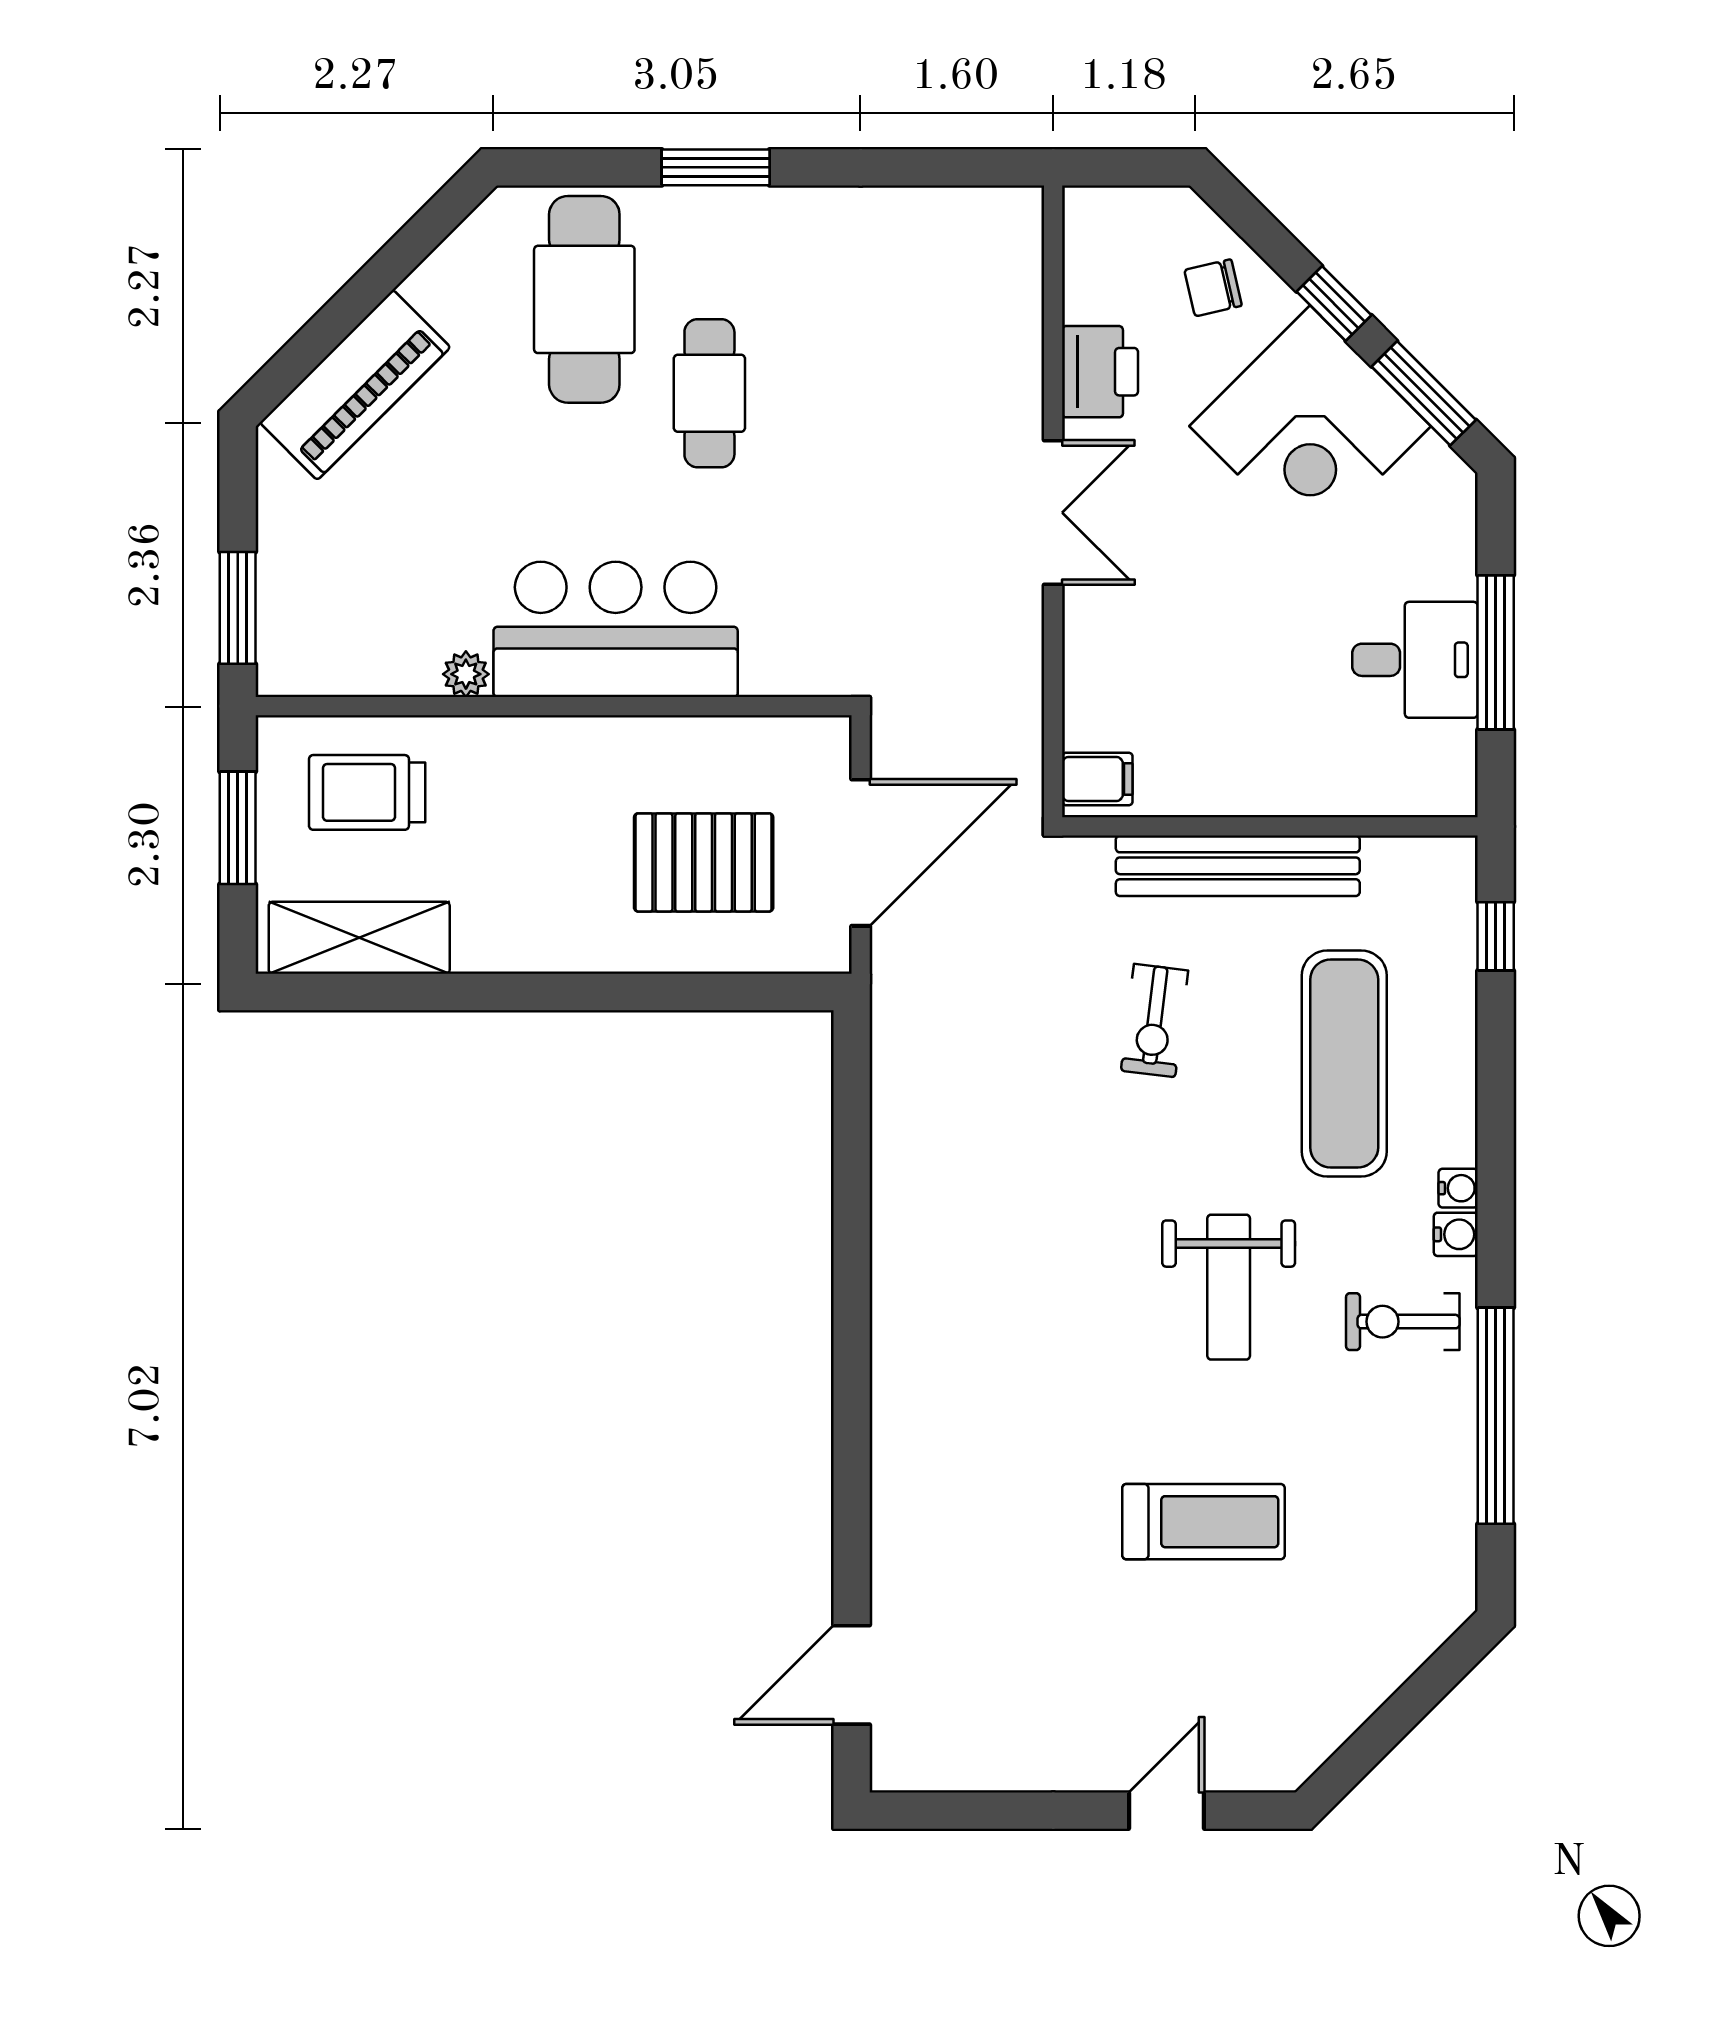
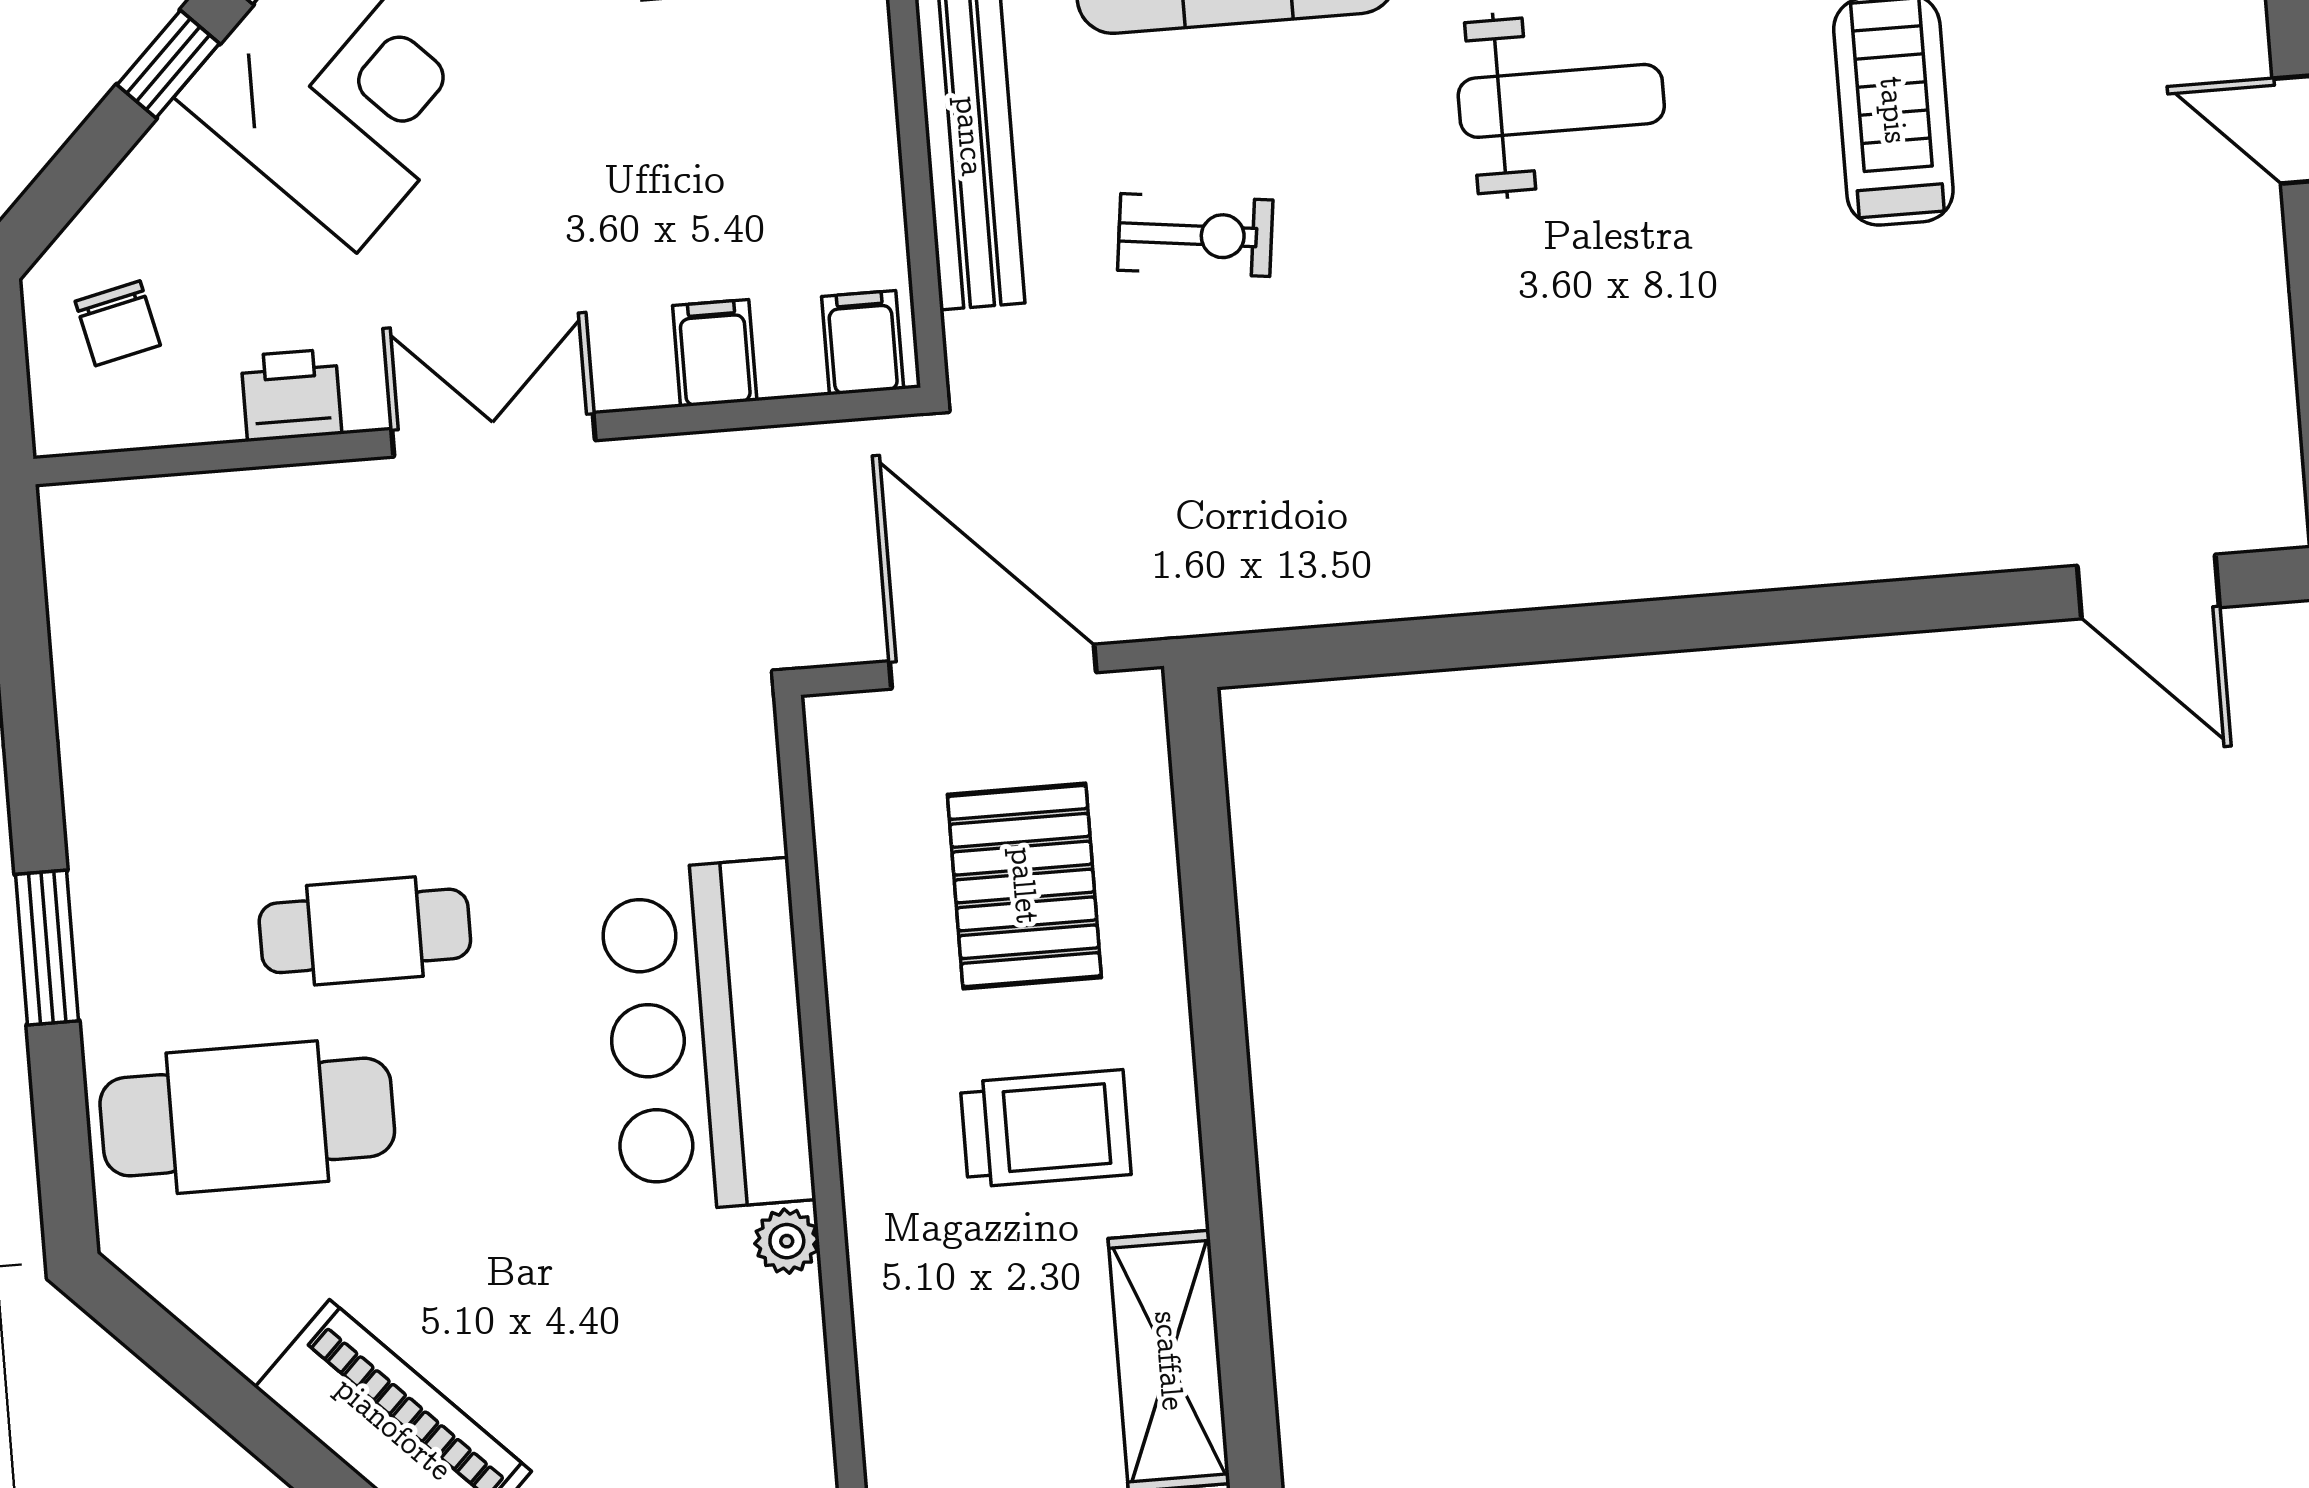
chair: (1213, 288) -> (118, 323), moved
printer: (1100, 372) -> (291, 395), width x0.73, depth x0.81
filing cabinet: (1098, 674) -> (715, 353), added
trolley: (367, 792) -> (1046, 1129), moved, turned -90

